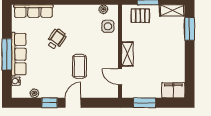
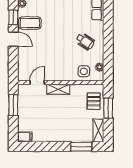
wheelchair: (56, 39) -> (85, 41), moved
coffee table: (79, 66) -> (30, 23), moved
filing cabinet: (173, 90) -> (25, 137), width x0.50

